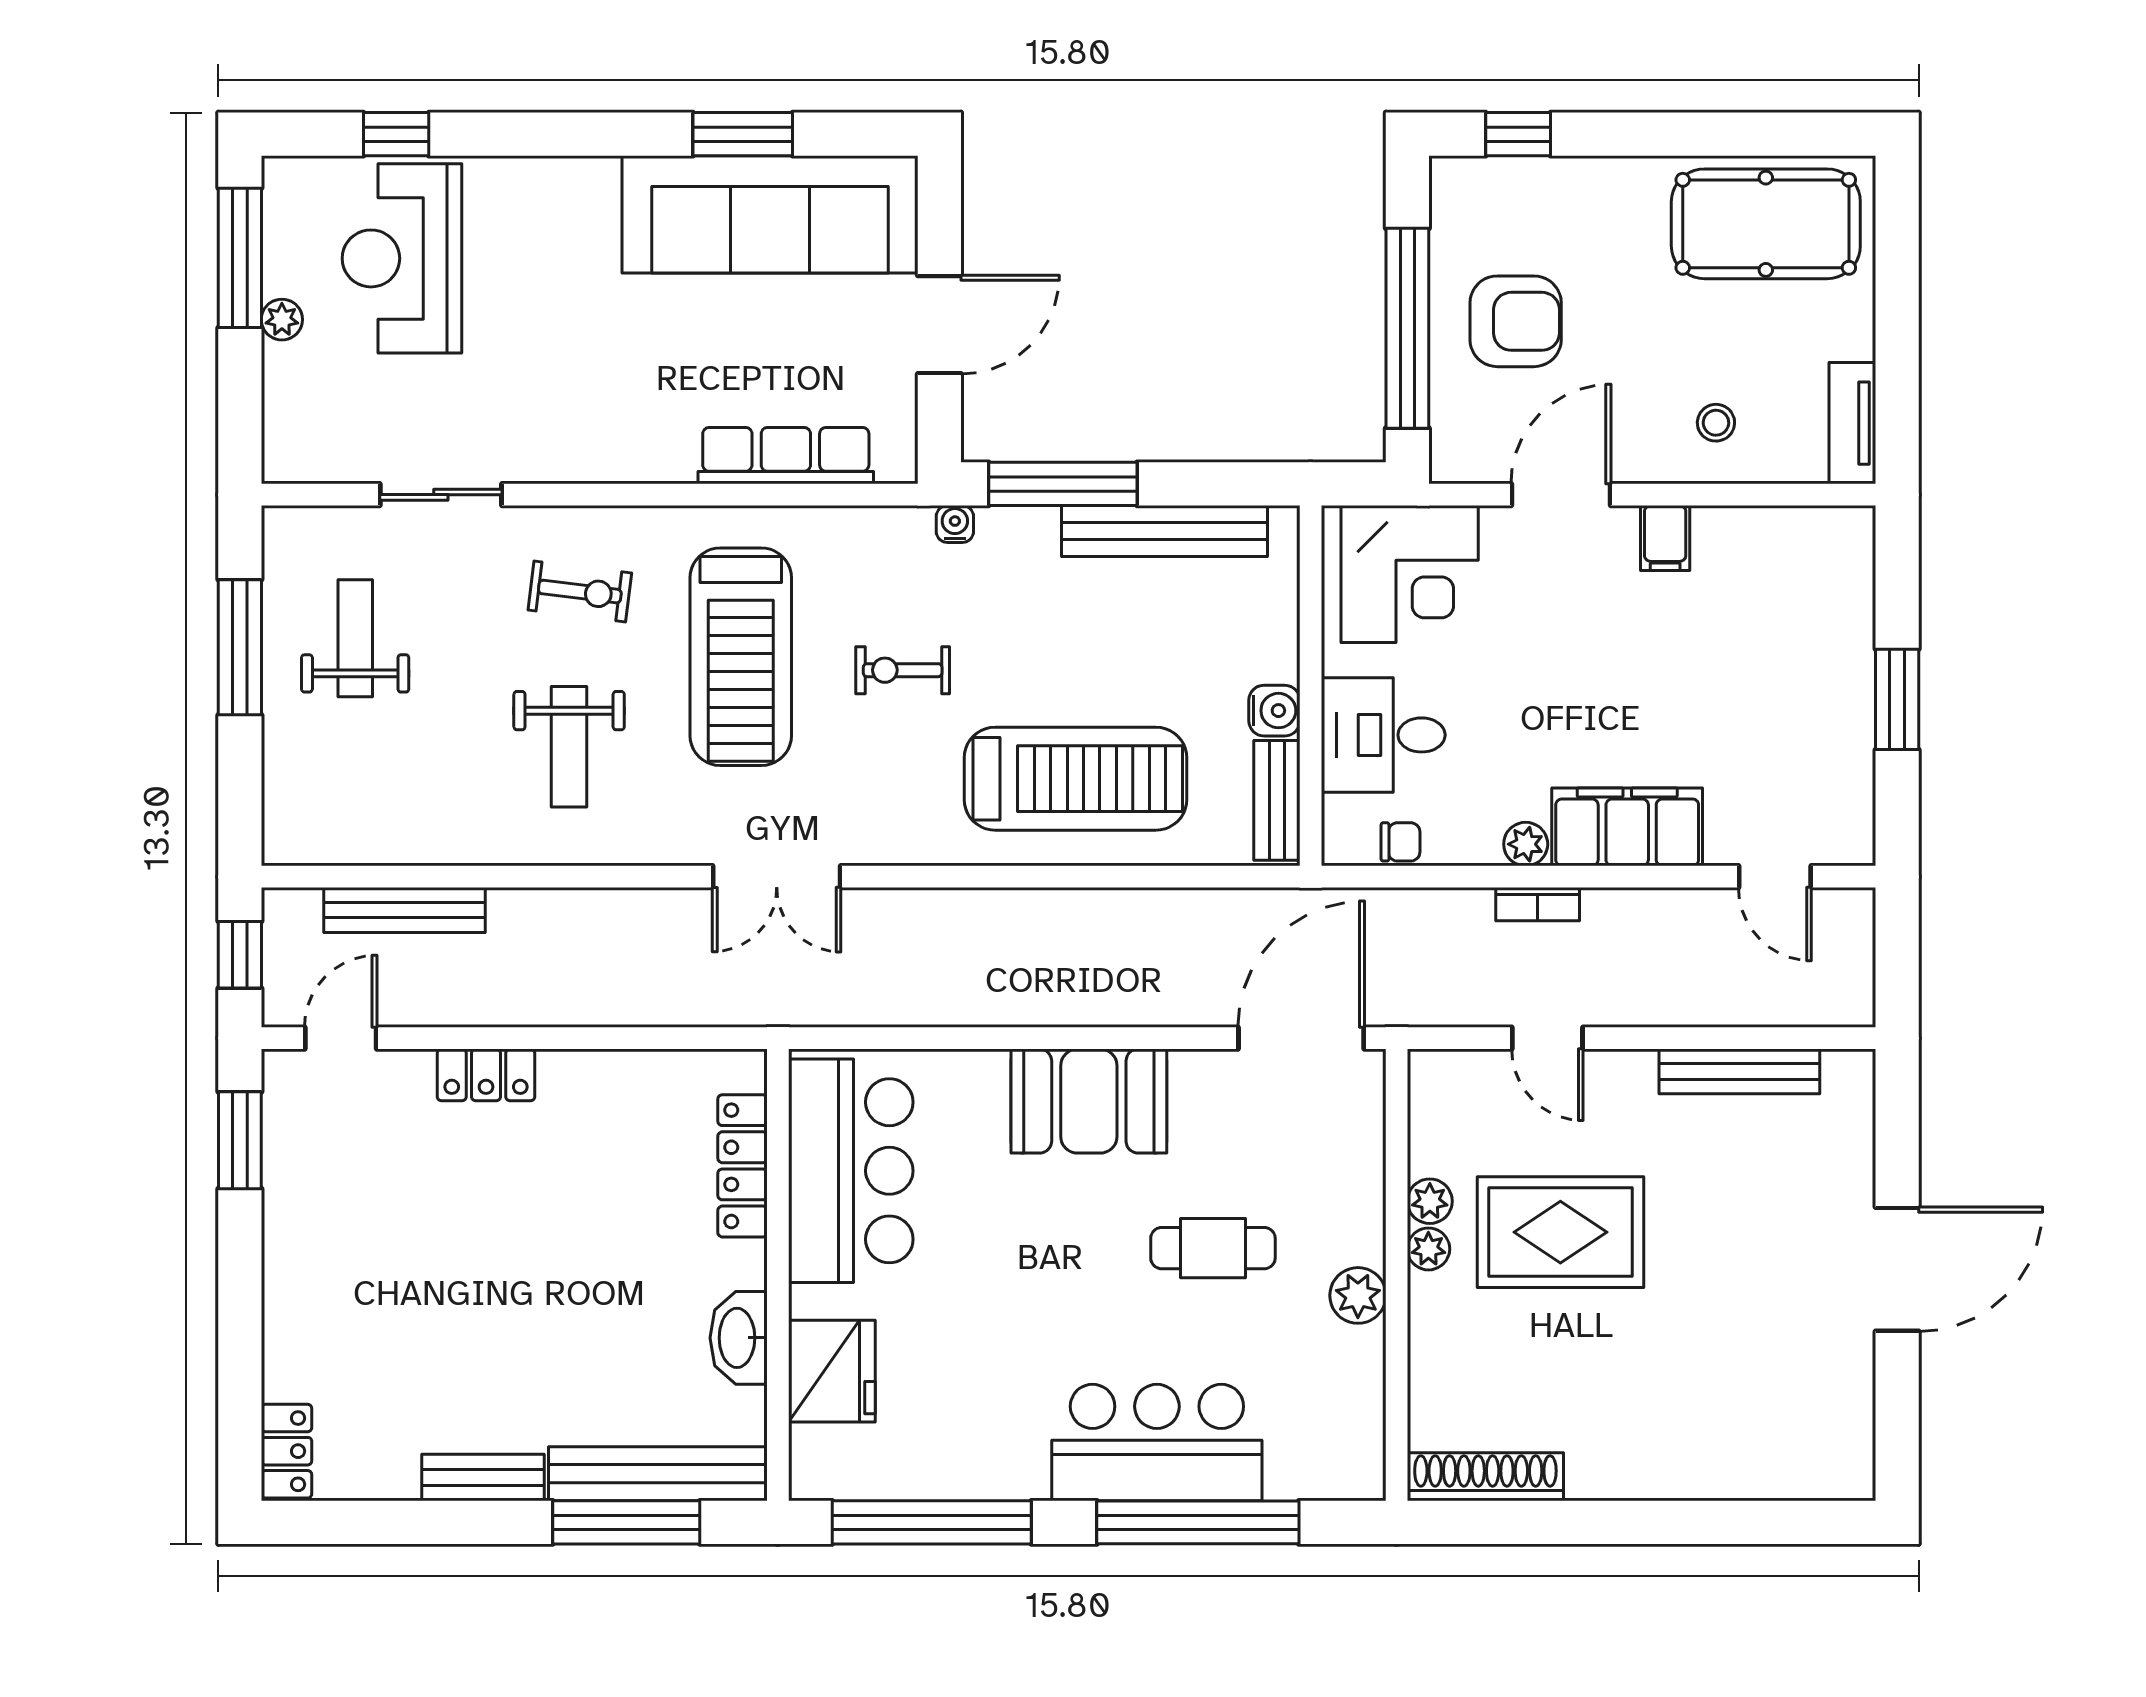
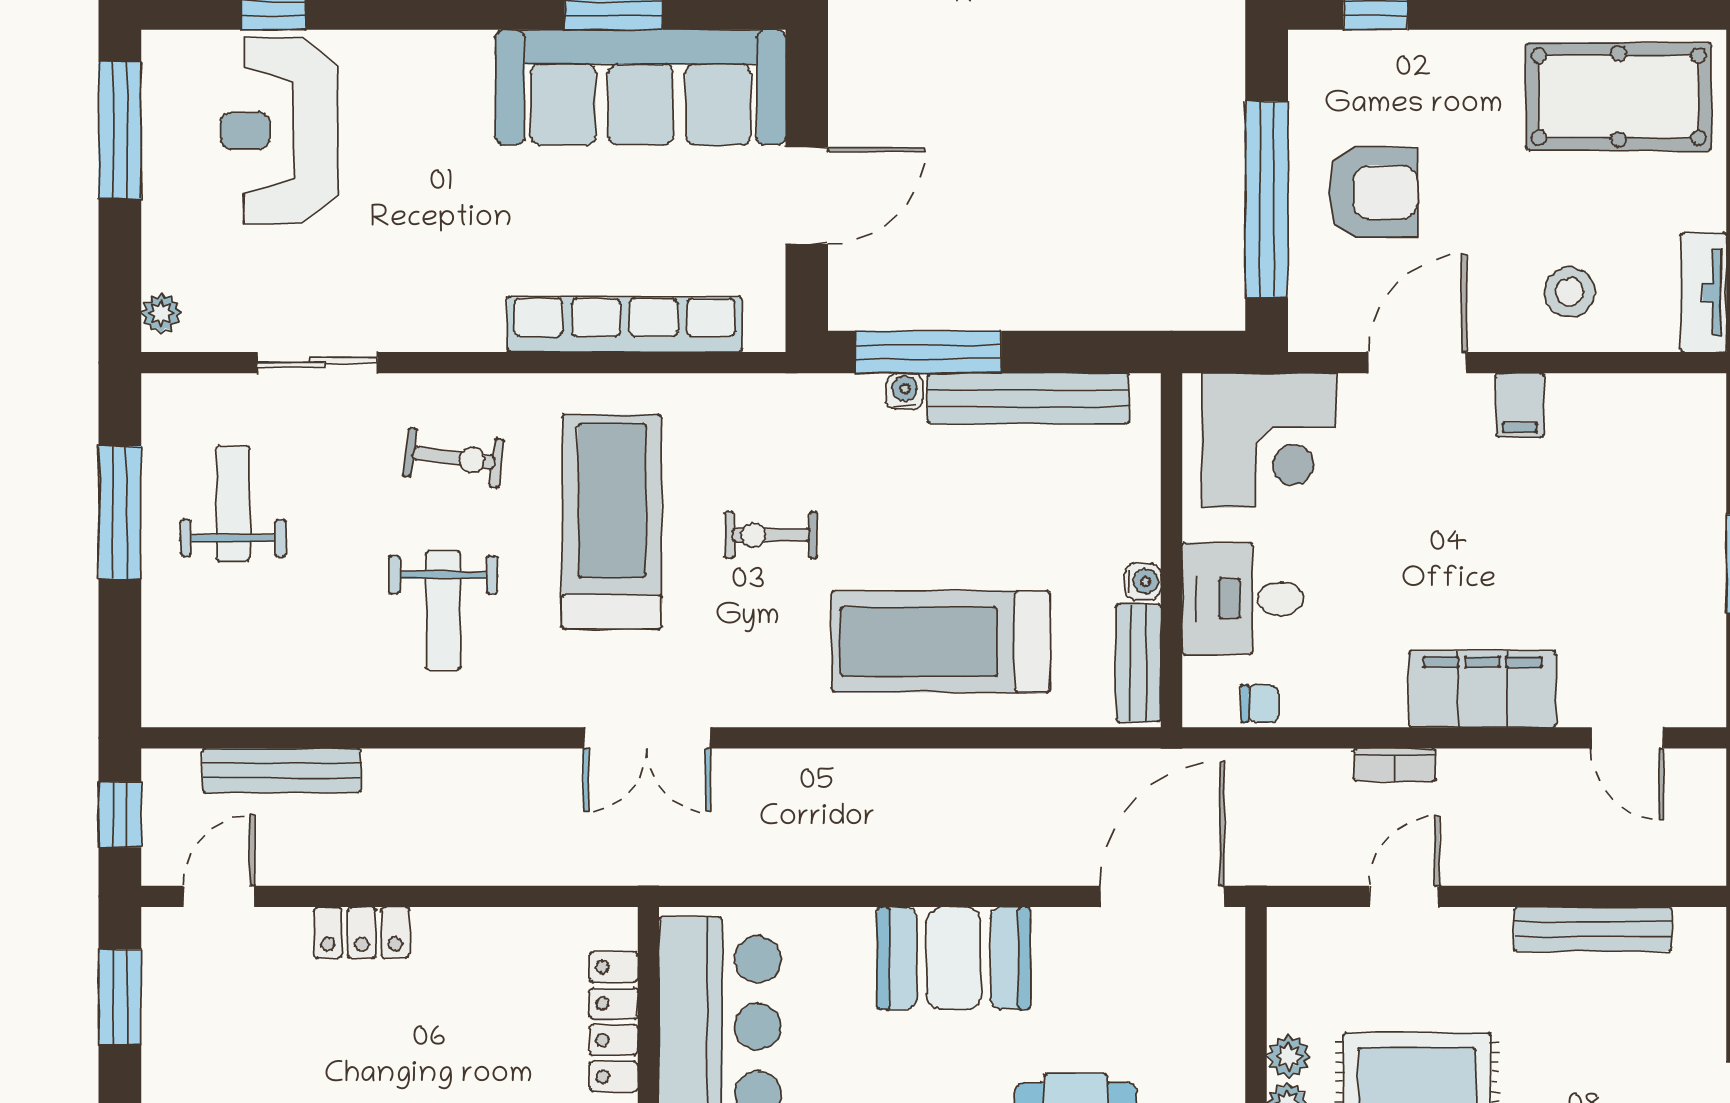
plant: (282, 320) -> (161, 313), moved
stool: (1716, 423) -> (1570, 292), width x1.37, depth x1.37
row of seats: (786, 456) -> (625, 324), width x1.36
water cooler: (955, 524) -> (905, 391), moved
treadmill: (741, 657) -> (612, 522), turned 180
water cooler: (1274, 711) -> (1143, 582), width x0.72, depth x0.72
treadmill: (1075, 779) -> (941, 642), turned 180
plant: (1526, 844) -> (1383, 706), removed
door: (1547, 1038) -> (1404, 896), swing flipped

